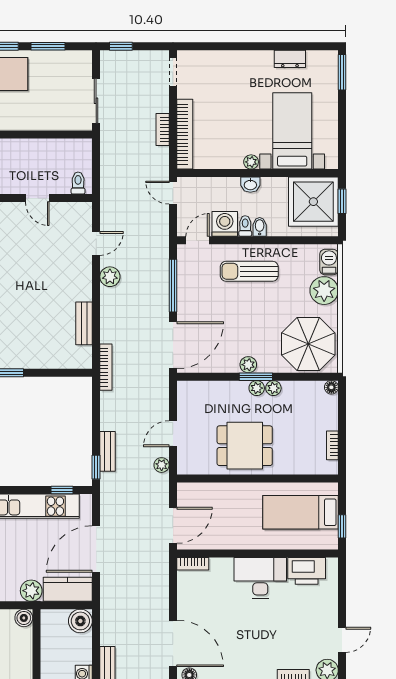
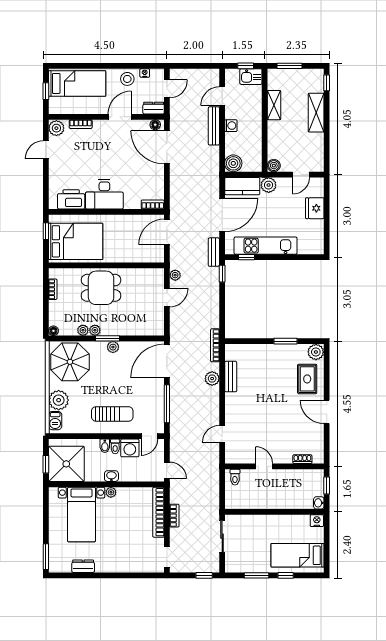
plant: (110, 277) -> (212, 379), moved
plant: (257, 388) -> (83, 330), moved
dining table: (245, 446) -> (101, 288), moved
bench: (108, 451) -> (214, 252), moved
bed: (300, 512) -> (76, 241), width x1.50

